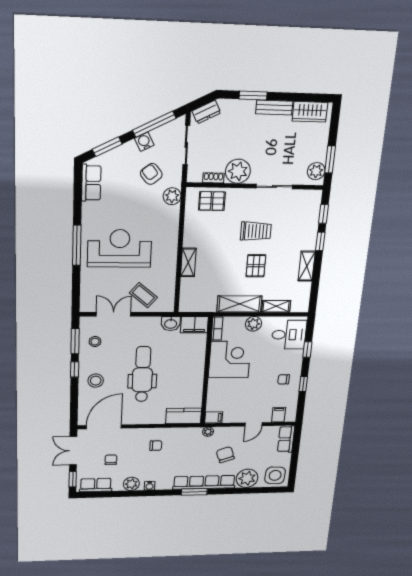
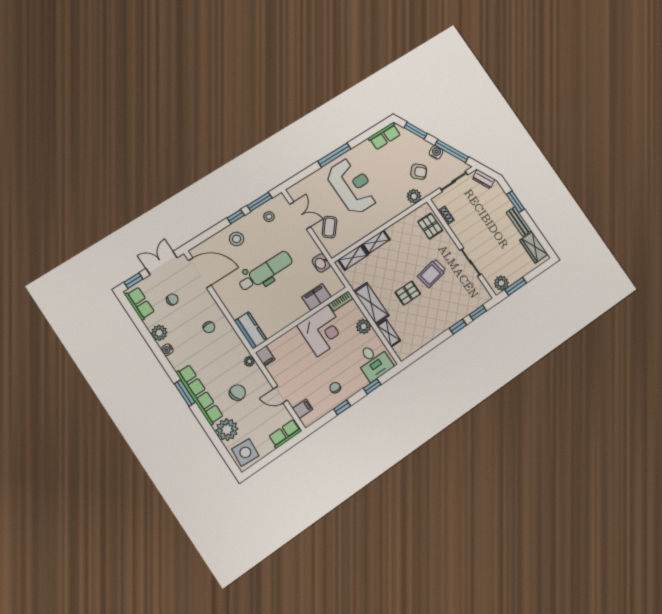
plant: (238, 171) -> (462, 229), removed
armchair: (151, 174) -> (419, 172), turned 81
trolley: (256, 231) -> (432, 273), turned 79
shelving: (307, 266) -> (353, 258), moved
filing cabinet: (194, 325) -> (317, 297), moved, turned 90

